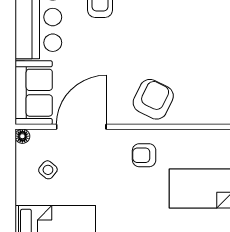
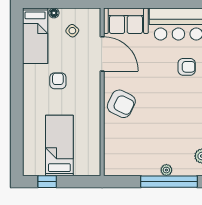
floor lamp: (22, 136) -> (54, 13), moved
armchair: (144, 155) -> (58, 81), moved

